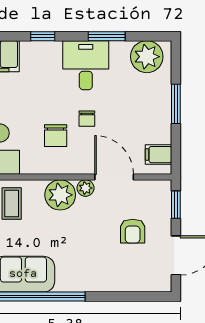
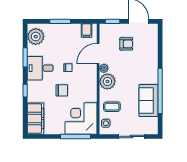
chair: (56, 136) -> (62, 90), moved

